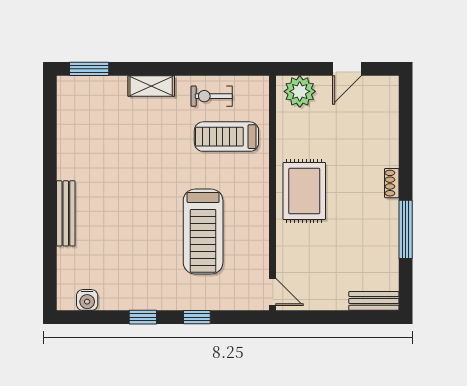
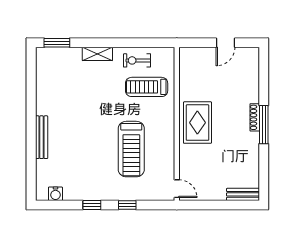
plant: (300, 91) -> (195, 57), removed
shoe rack: (392, 183) -> (255, 117), width x1.43
window: (406, 229) -> (264, 125), moved

